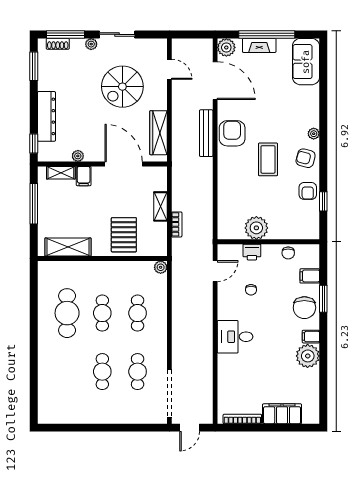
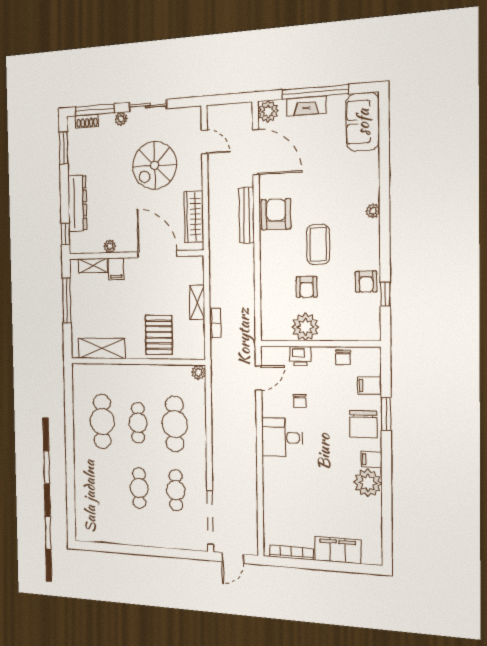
armchair: (306, 158) -> (307, 287), moved, turned -105
cafe table: (138, 313) -> (175, 424), width x1.37, depth x1.35
desk: (235, 337) -> (282, 437), moved

